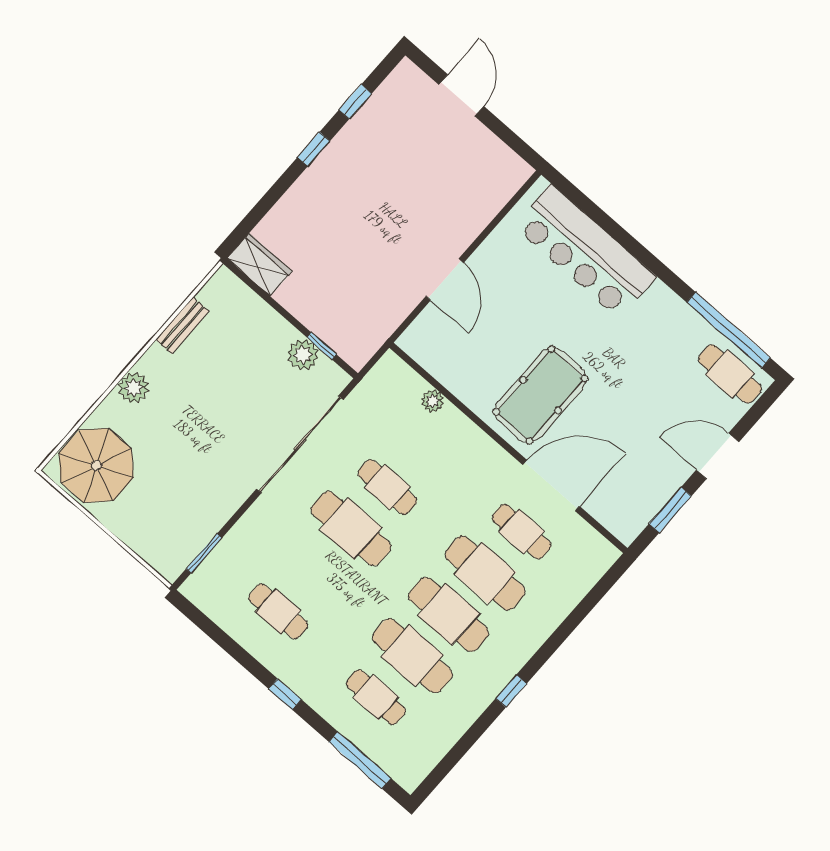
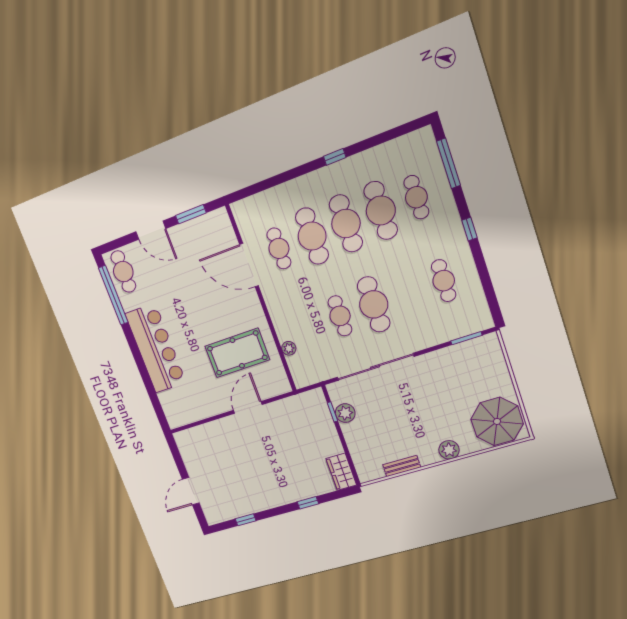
window: (314, 149) -> (308, 503), moved
bar counter: (585, 251) -> (156, 348), moved
pool table: (541, 395) -> (237, 353), moved

